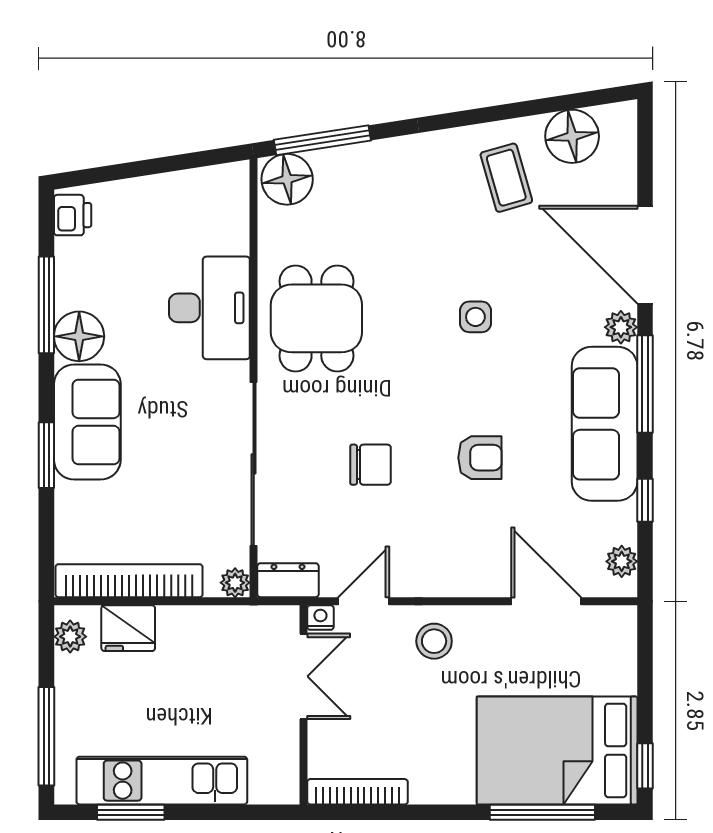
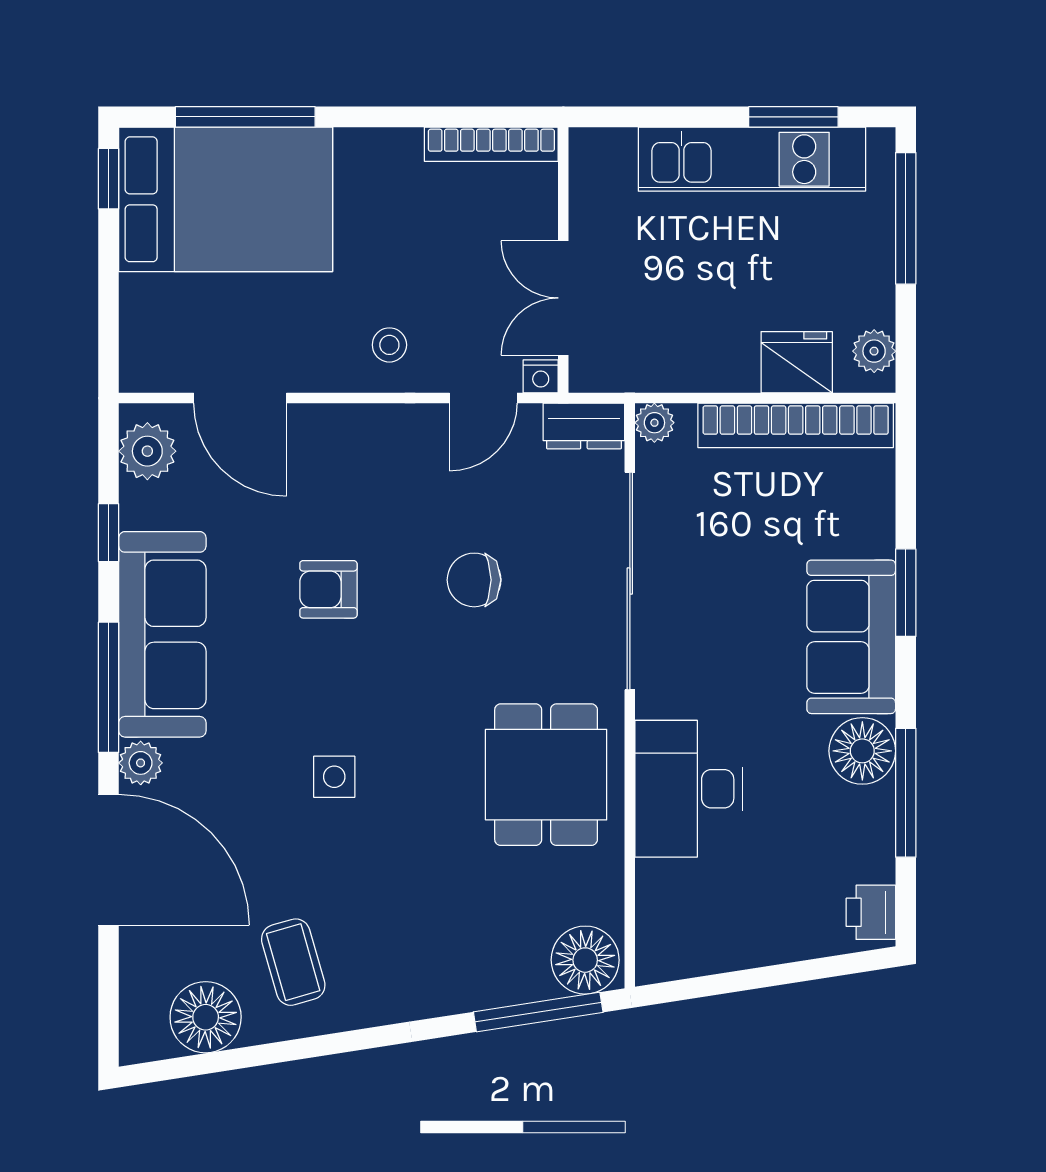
plant: (622, 561) -> (147, 451), width x1.38, depth x1.38
stool: (434, 641) -> (389, 345), width x0.73, depth x0.73

